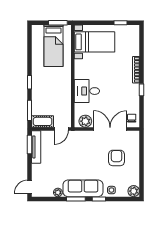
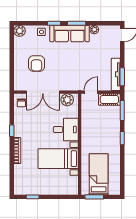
bed with nightstands: (95, 42) -> (58, 159), moved

